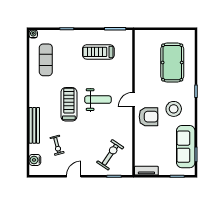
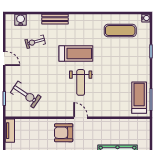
treadmill: (98, 52) -> (139, 98), moved
armchair: (149, 117) -> (64, 133), turned 90
bench: (34, 125) -> (55, 19), width x0.73

